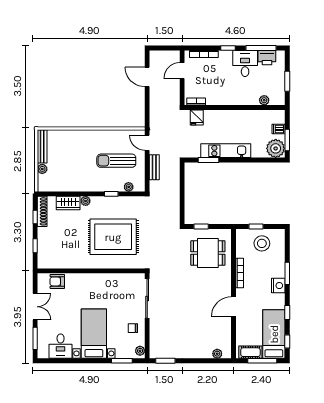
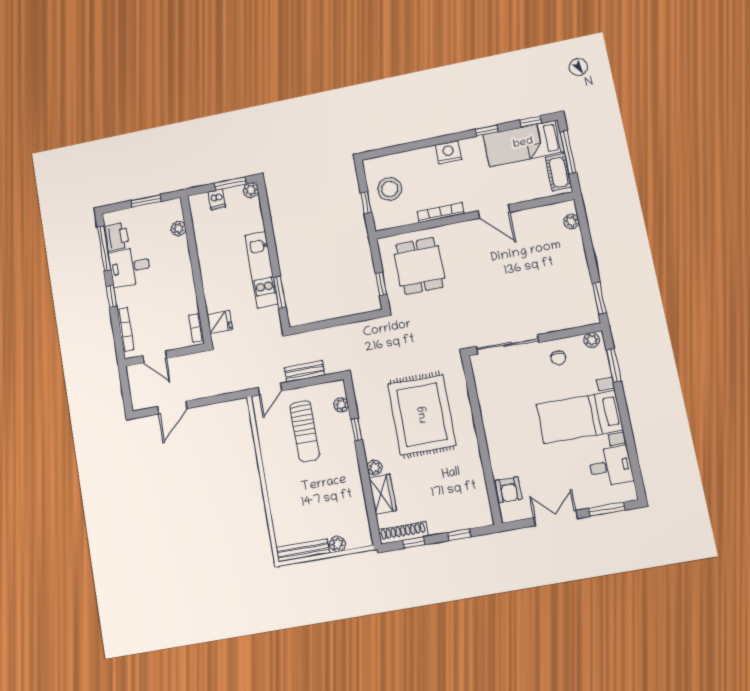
plant: (276, 148) -> (251, 190), width x0.53, depth x0.53
window: (287, 273) -> (427, 143), removed

